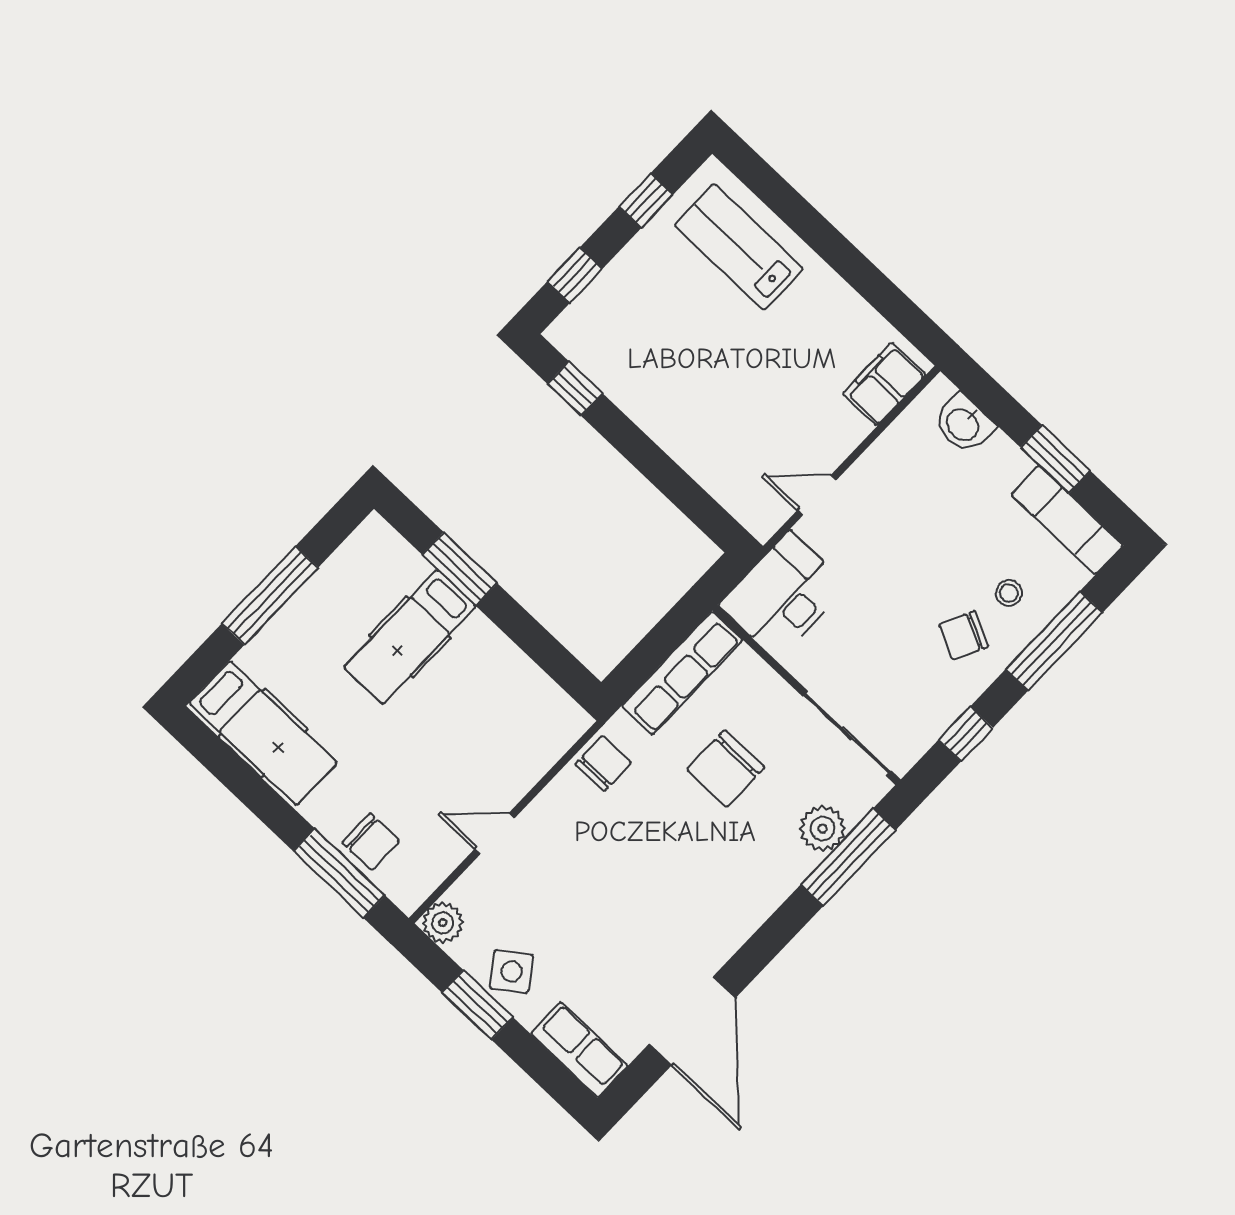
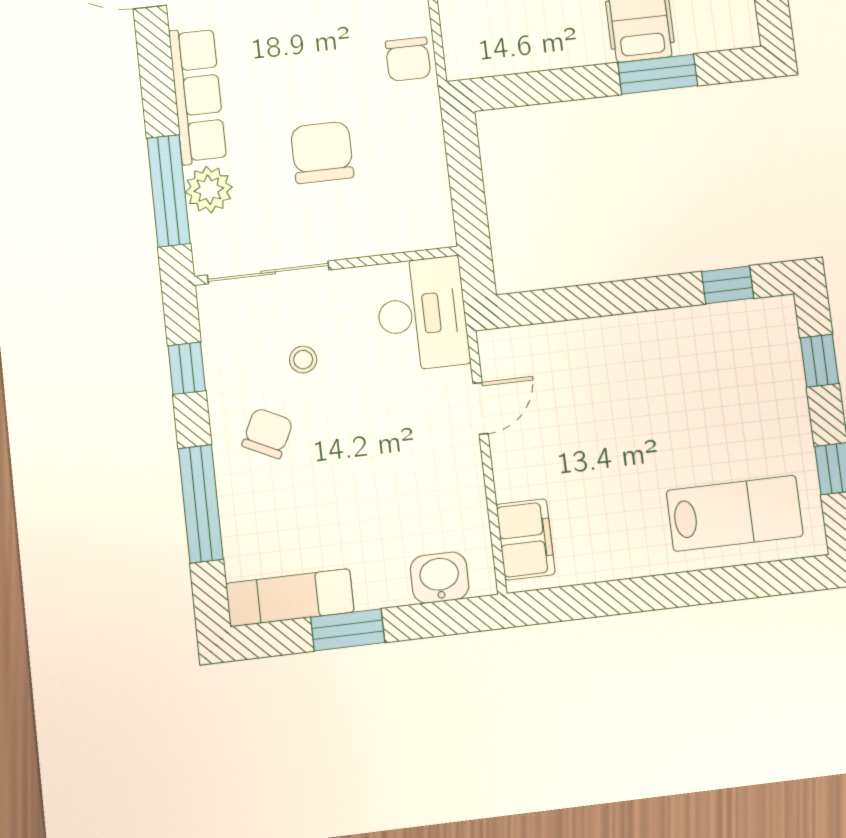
stool: (1009, 593) -> (303, 360), moved
row of seats: (682, 673) -> (198, 95), moved, turned 180

